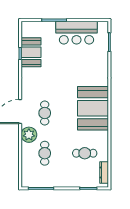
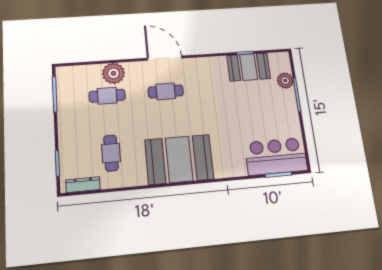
plant: (43, 27) -> (285, 81), added
bar counter: (77, 33) -> (276, 156), moved, turned 90
plant: (29, 135) -> (114, 73), moved

